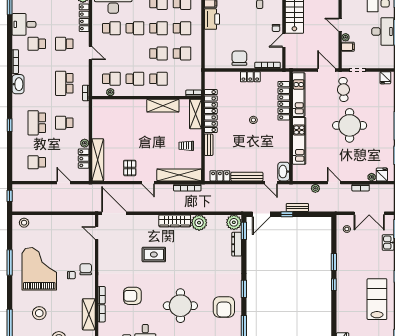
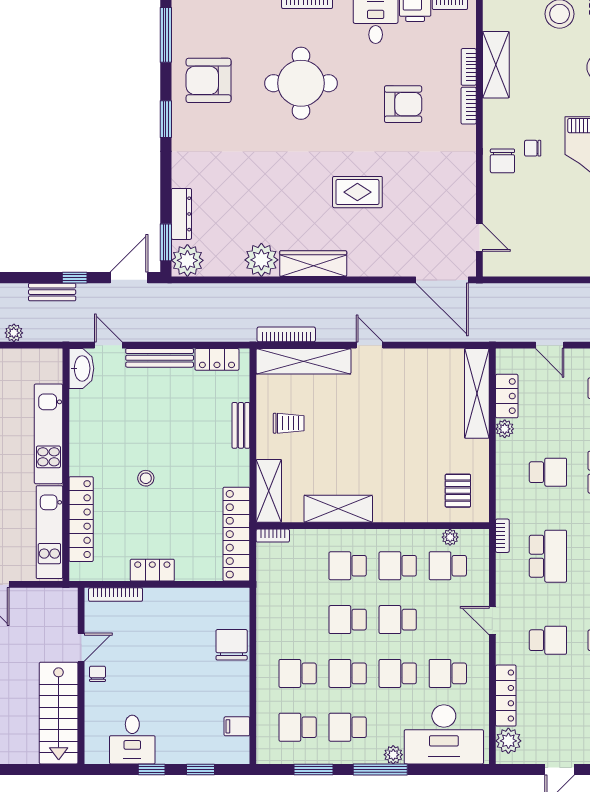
printer: (212, 19) -> (234, 693), removed
school desk: (182, 54) -> (398, 620), moved
chair: (239, 58) -> (232, 645), moved, turned 180
locker: (211, 111) -> (236, 534), moved
pallet: (130, 168) -> (458, 491), moved
armchair: (224, 307) -> (209, 80), turned -90

